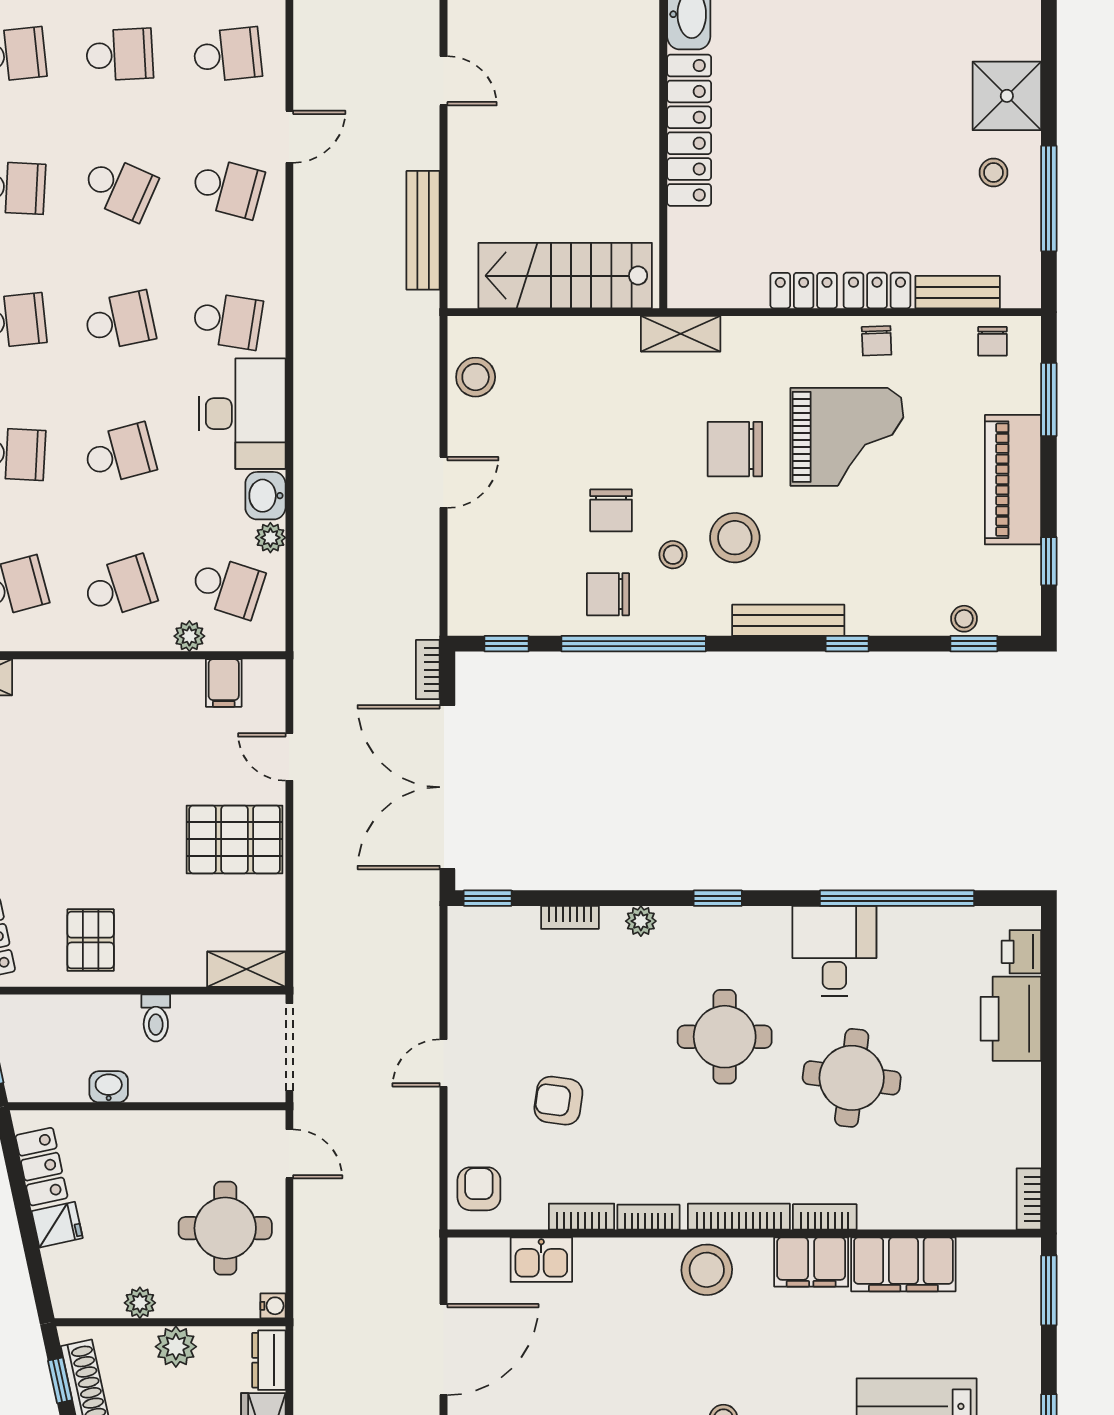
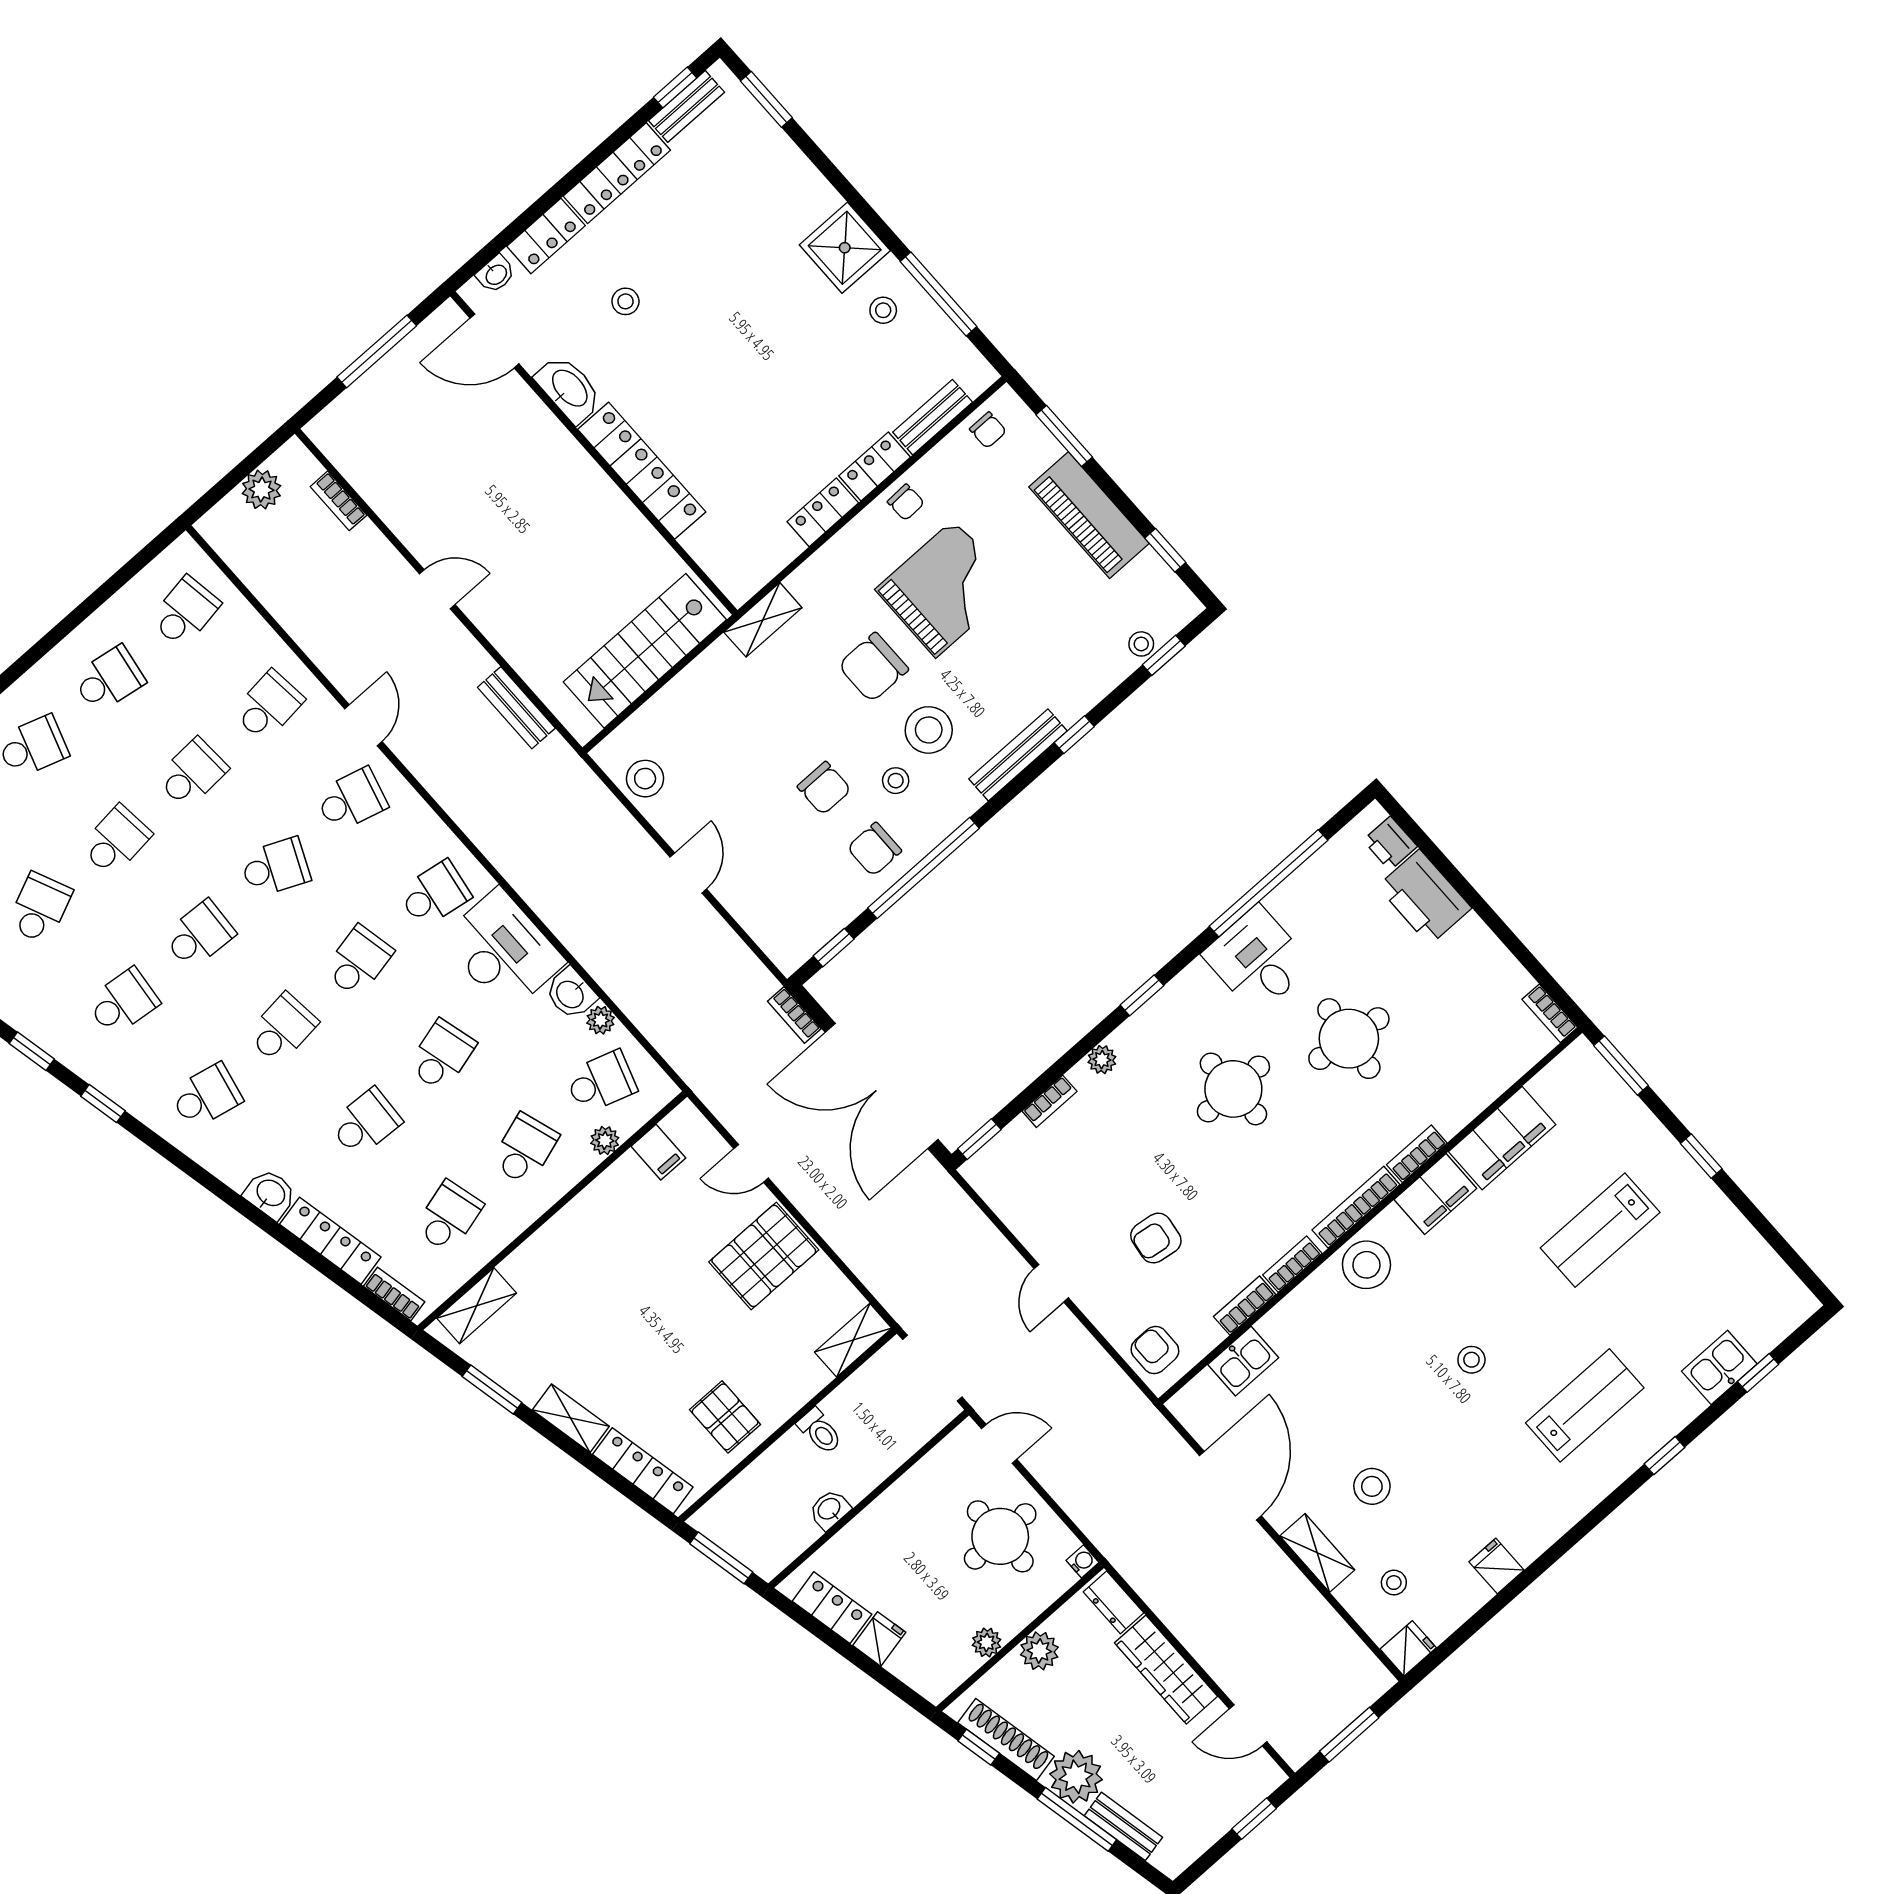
bench: (423, 230) -> (516, 708), width x0.73

